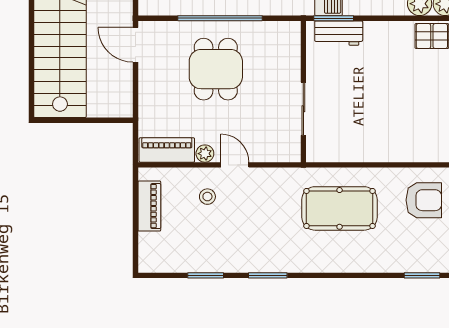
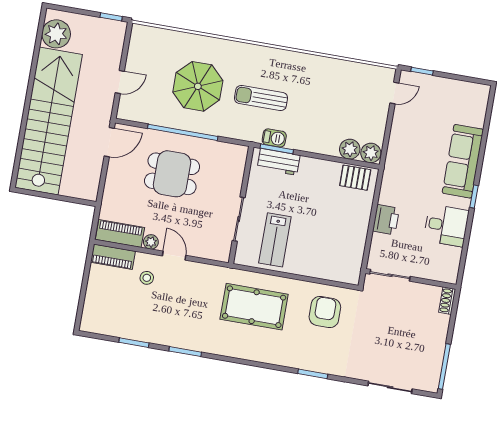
door: (135, 45) -> (109, 142), swing flipped
dining table: (216, 69) -> (172, 174), turned 90
lab bench: (350, 126) -> (275, 240), added
armchair: (424, 200) -> (325, 312), turned -90
piano: (149, 206) -> (113, 257), moved, turned 90

